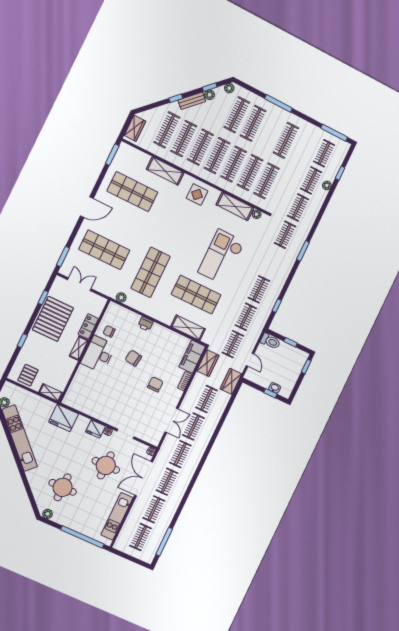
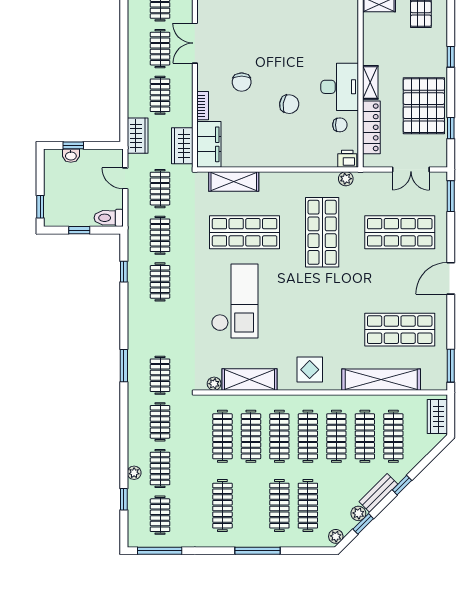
shelving: (165, 171) -> (381, 380), width x1.47
printer: (146, 324) -> (347, 159), moved
locker: (88, 326) -> (371, 127), width x1.53

